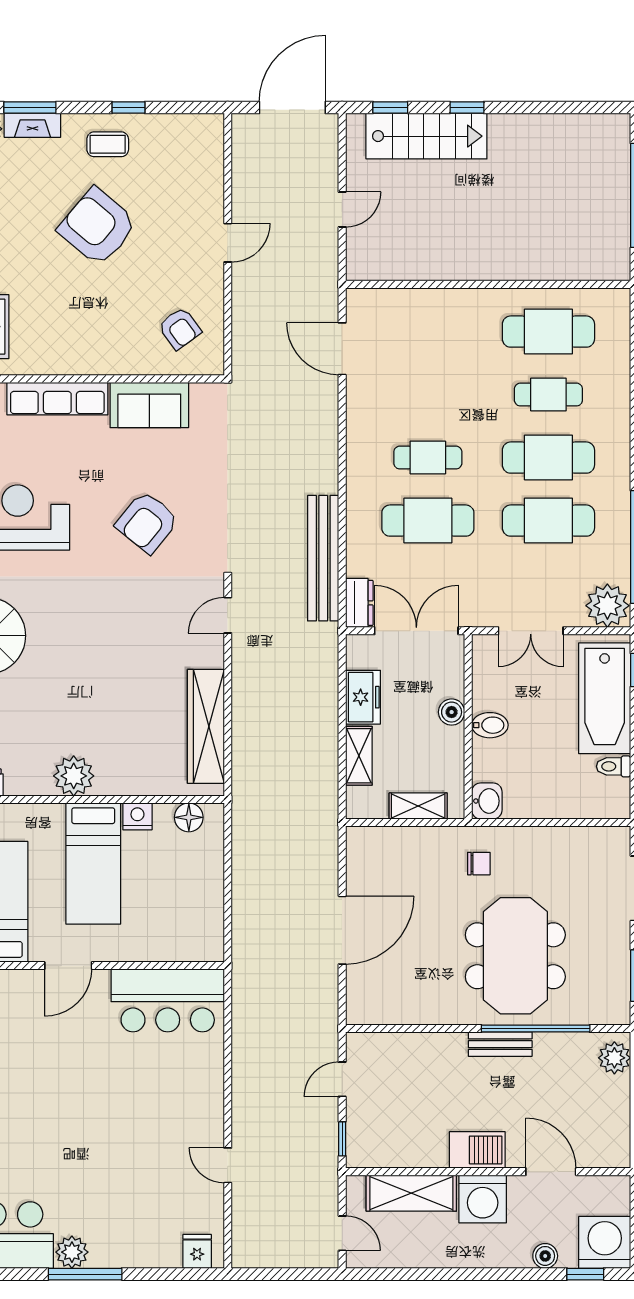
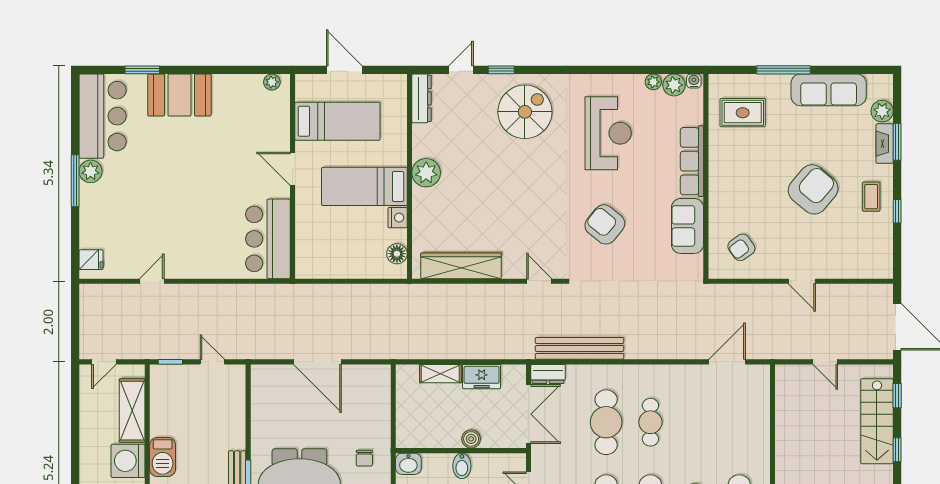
shelving: (418, 806) -> (405, 415), removed

